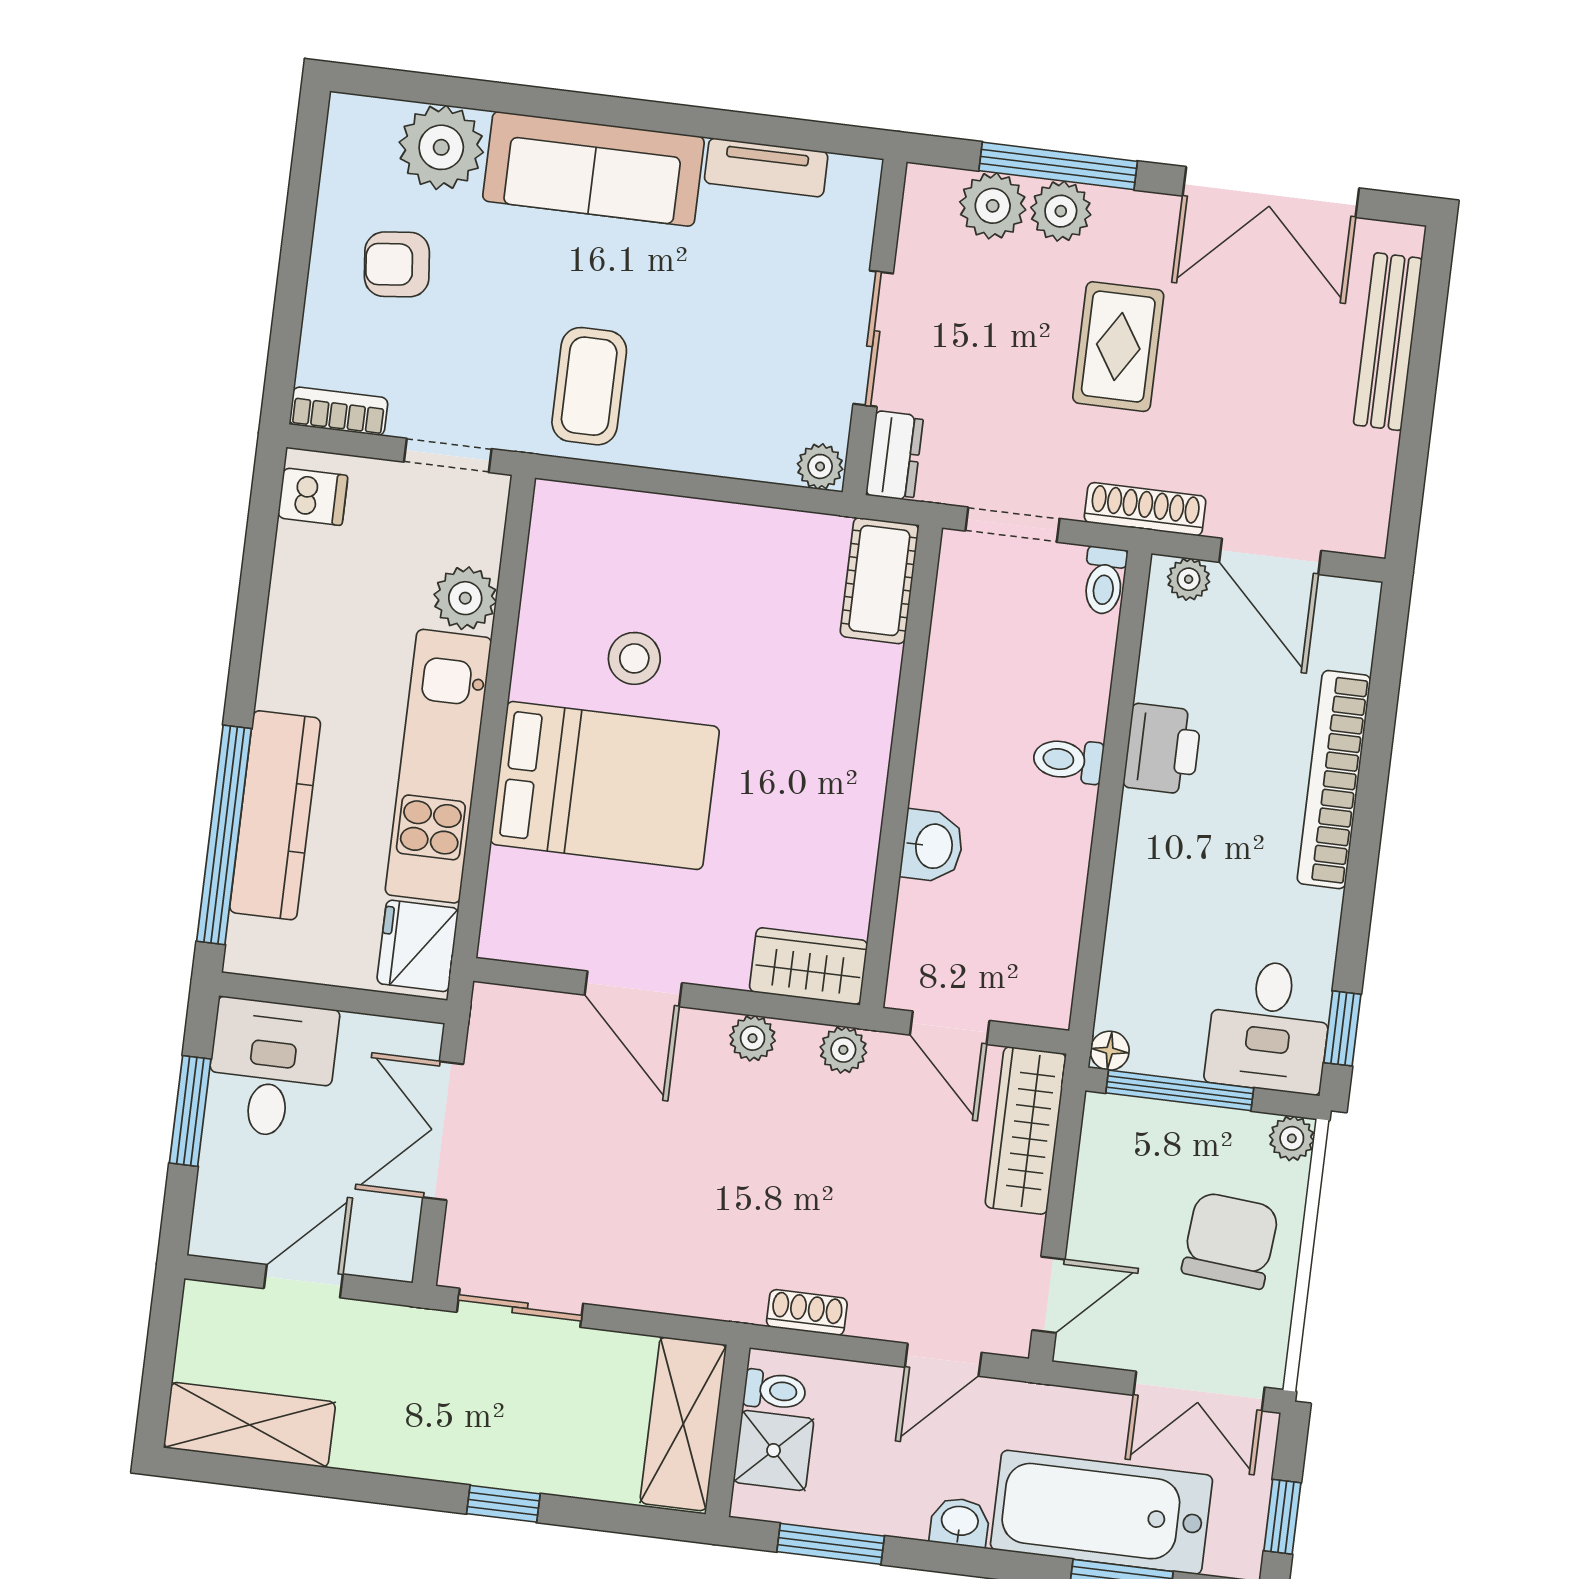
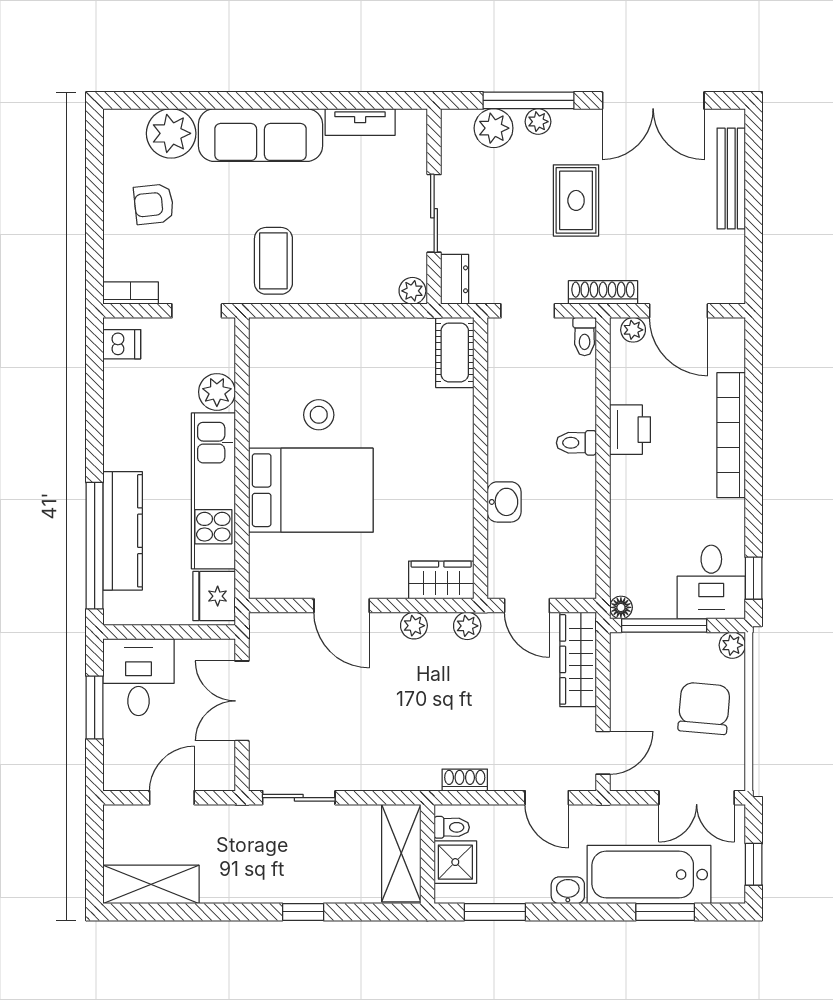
plant: (1061, 211) -> (538, 122), width x0.73, depth x0.73
door: (943, 1360) -> (547, 798), hinge flipped

